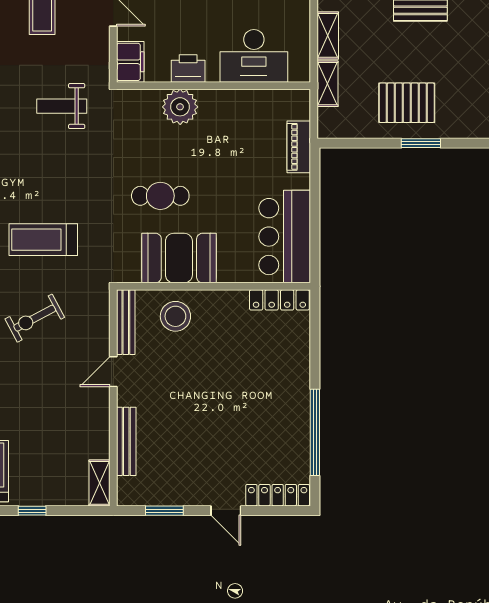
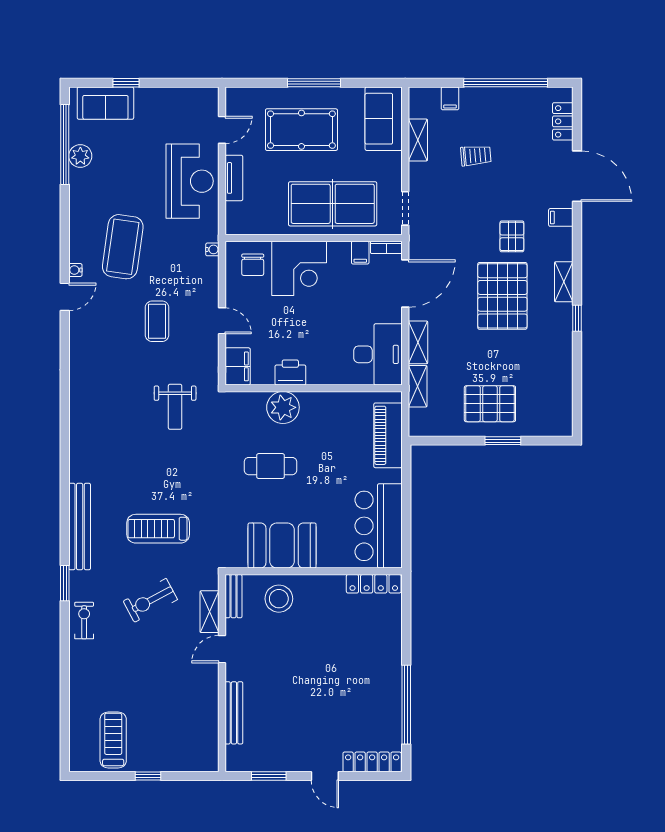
desk: (254, 56) -> (378, 354), moved, turned -90
weight bench: (62, 106) -> (175, 407), turned -90
piano: (299, 147) -> (388, 435), width x1.37, depth x1.33
cafe table: (160, 196) -> (270, 466), moved
bench: (126, 322) -> (233, 596), width x0.73
shelving: (100, 483) -> (210, 612), moved

